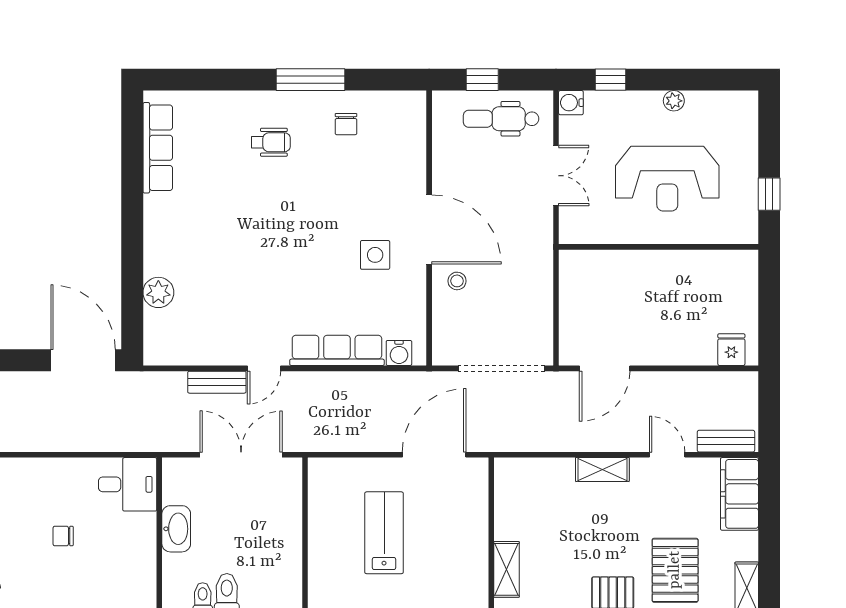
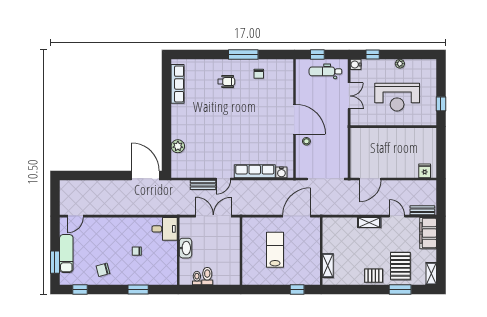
side table: (375, 255) -> (271, 130), removed

